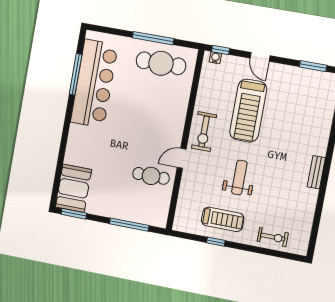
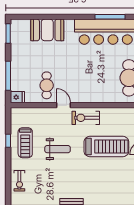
treadmill: (248, 111) -> (106, 147), turned 180
booth: (73, 188) -> (47, 30), moved
fridge: (160, 218) -> (17, 97), added

